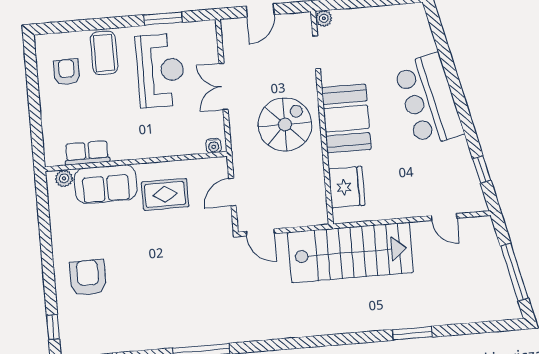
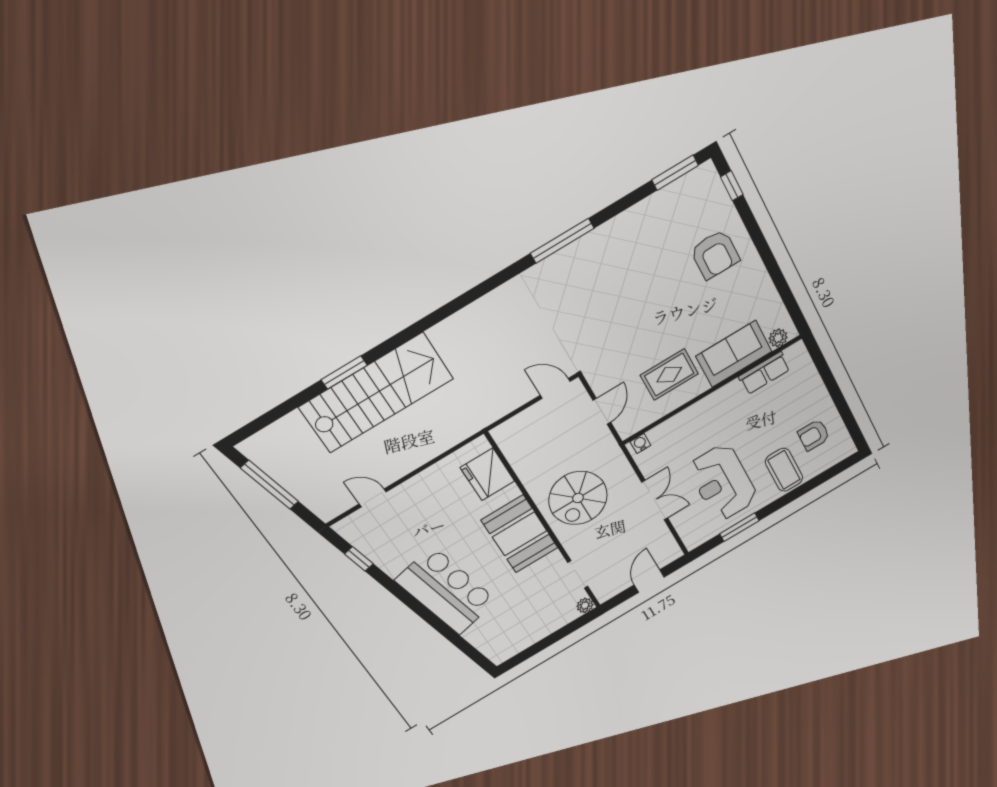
armchair: (67, 72) -> (814, 435), turned 90
stairs: (350, 252) -> (376, 393), moved, turned 180

